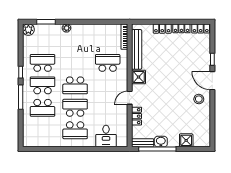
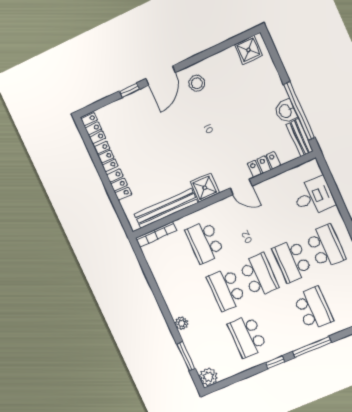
school desk: (43, 85) -> (226, 289), moved
shower: (186, 140) -> (249, 50), moved

